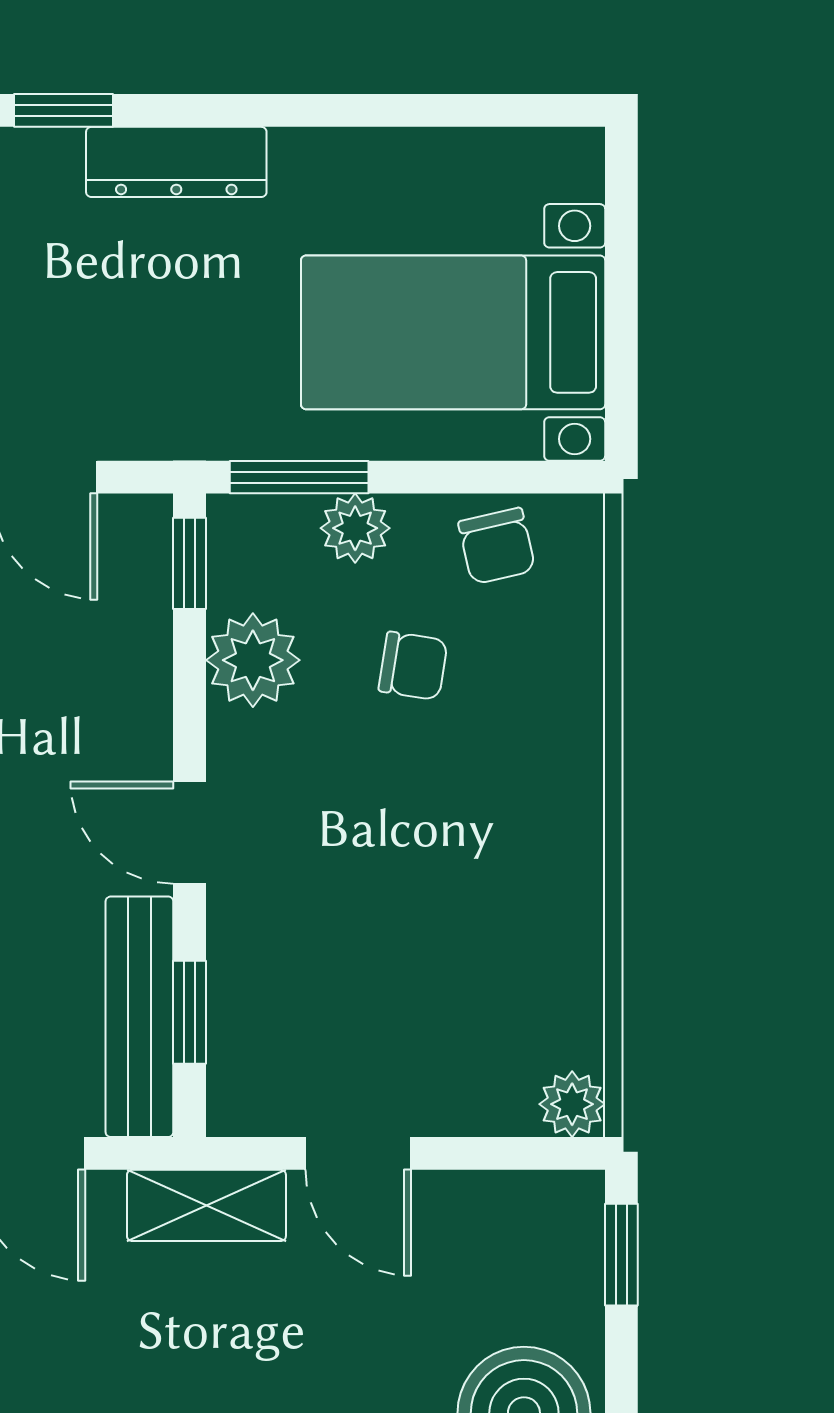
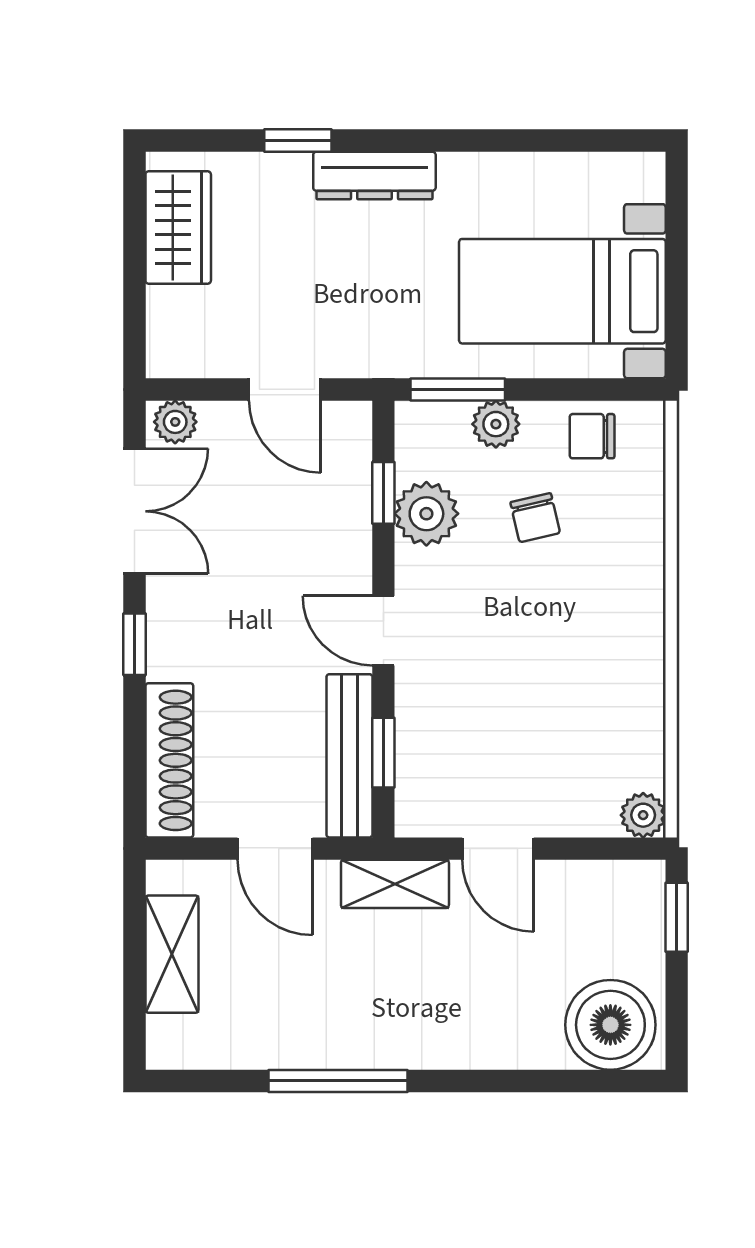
chair: (497, 546) -> (592, 436), turned 103
window: (189, 563) -> (383, 493), moved
chair: (413, 666) -> (535, 518), turned 68

